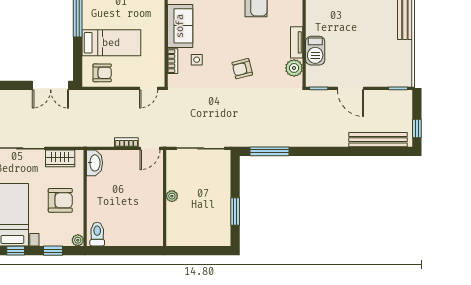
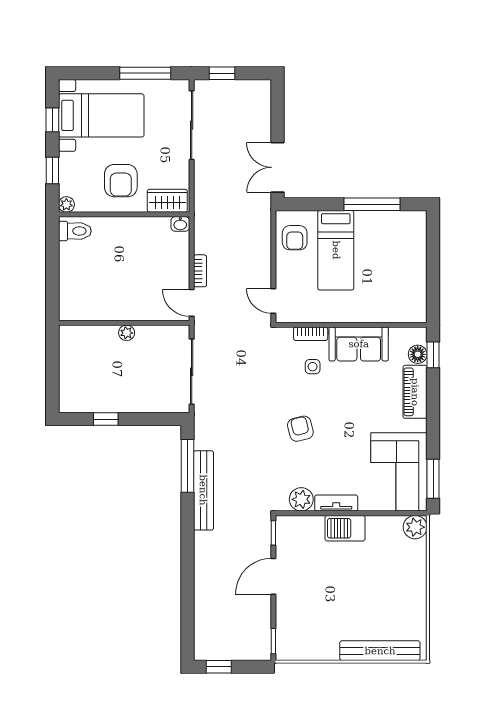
barbecue: (315, 51) -> (345, 528), moved
bench: (378, 140) -> (203, 490), moved
wardrobe: (60, 158) -> (167, 201), moved, turned 90
washbasin: (94, 163) -> (180, 224), width x0.52, depth x0.69
window: (235, 211) -> (106, 419), width x0.67

